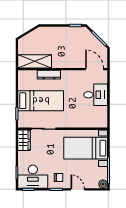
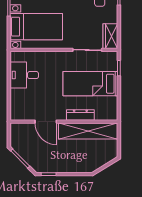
shelving: (35, 61) -> (88, 131), width x1.47
door: (95, 69) -> (46, 122), moved
desk: (96, 95) -> (24, 75), moved

